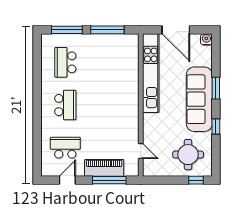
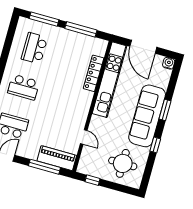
locker: (133, 71) -> (94, 73), added
school desk: (65, 105) -> (24, 87), turned 90
door: (141, 151) -> (84, 137), moved
piano: (104, 168) -> (57, 158), moved
window: (196, 180) -> (93, 180), moved

